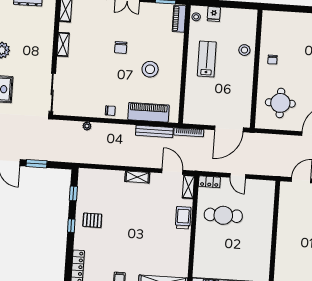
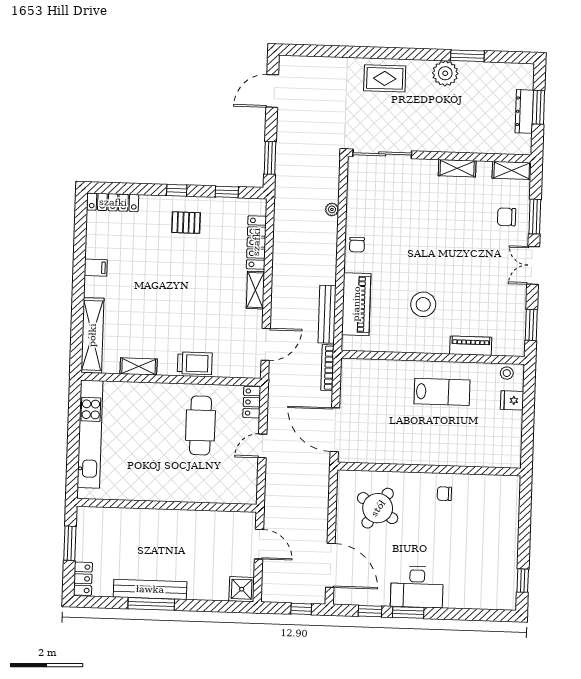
piano: (179, 19) -> (471, 346), moved
chair: (121, 47) -> (507, 217), moved
stool: (244, 50) -> (458, 450), removed
round table: (280, 103) -> (378, 508), turned 33
window: (37, 164) -> (270, 158), moved
locker: (107, 175) -> (256, 242), added
shelving: (188, 187) -> (139, 366), moved
pallet: (92, 220) -> (186, 223), turned 90

